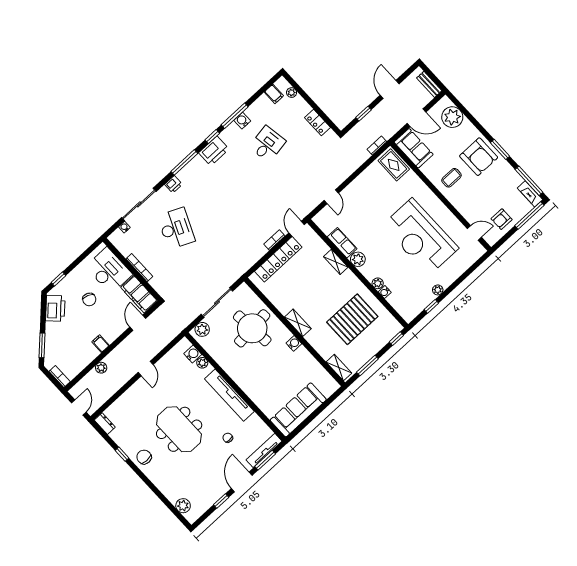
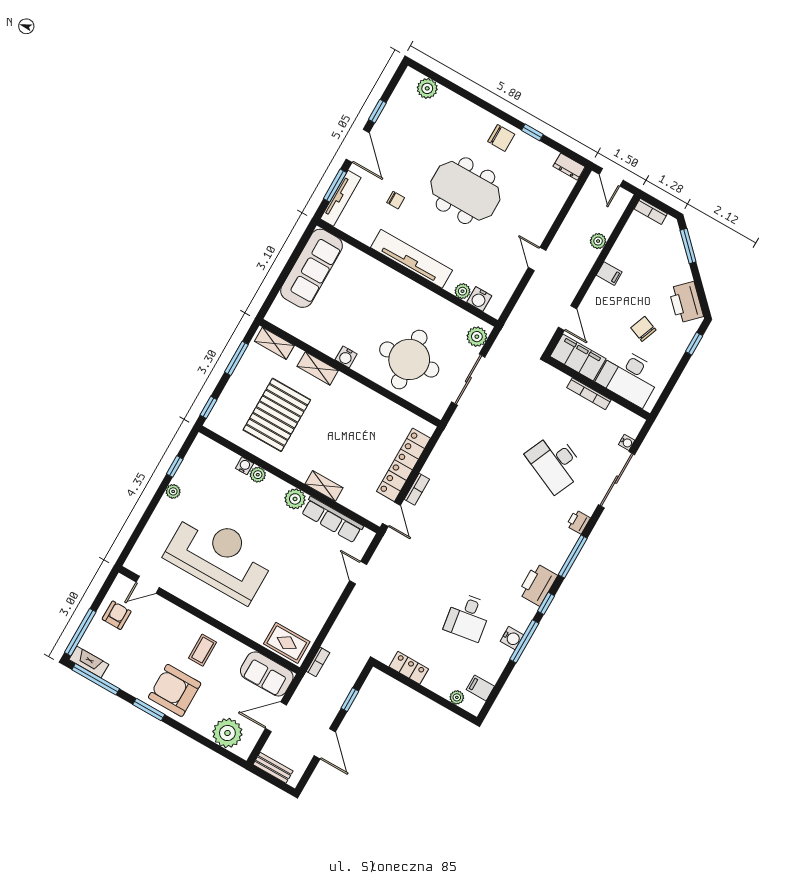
row of seats: (342, 243) -> (332, 520), width x1.48
shelving: (298, 323) -> (318, 368), moved

